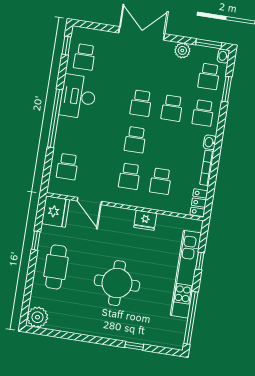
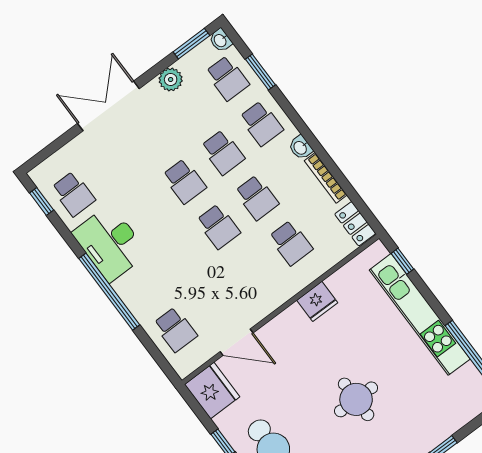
school desk: (130, 176) -> (257, 198), moved
window: (200, 261) -> (402, 261), moved
round table: (117, 283) -> (356, 399), width x0.73, depth x0.73

